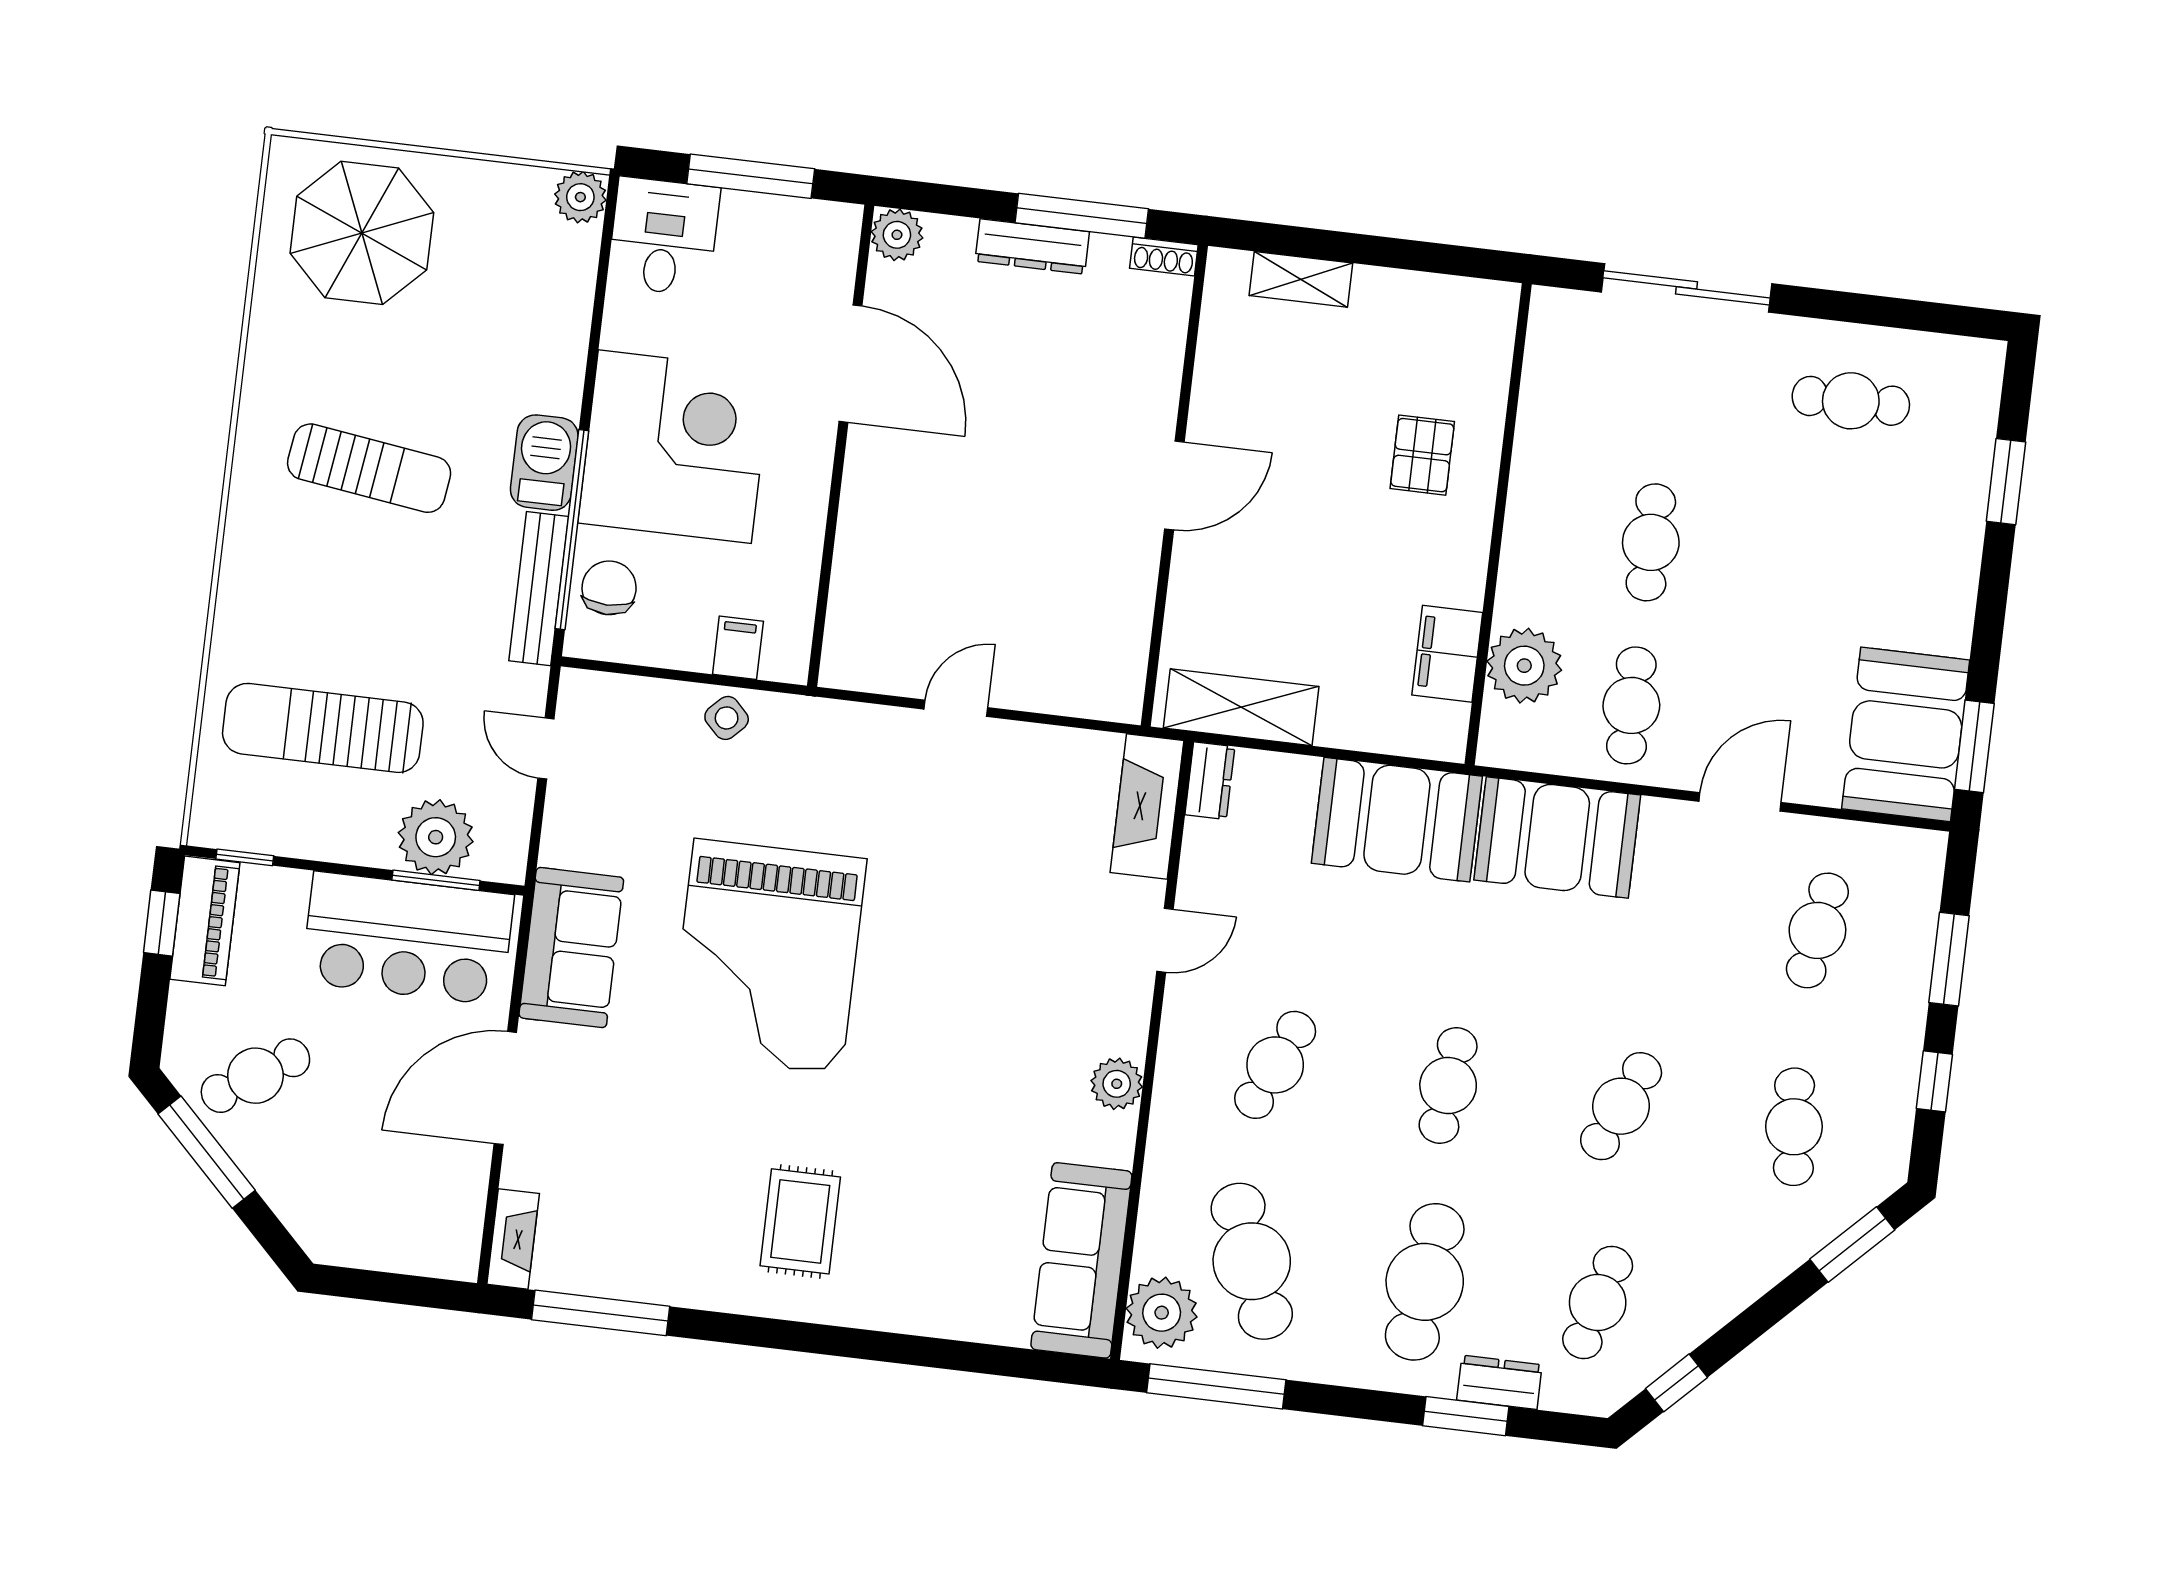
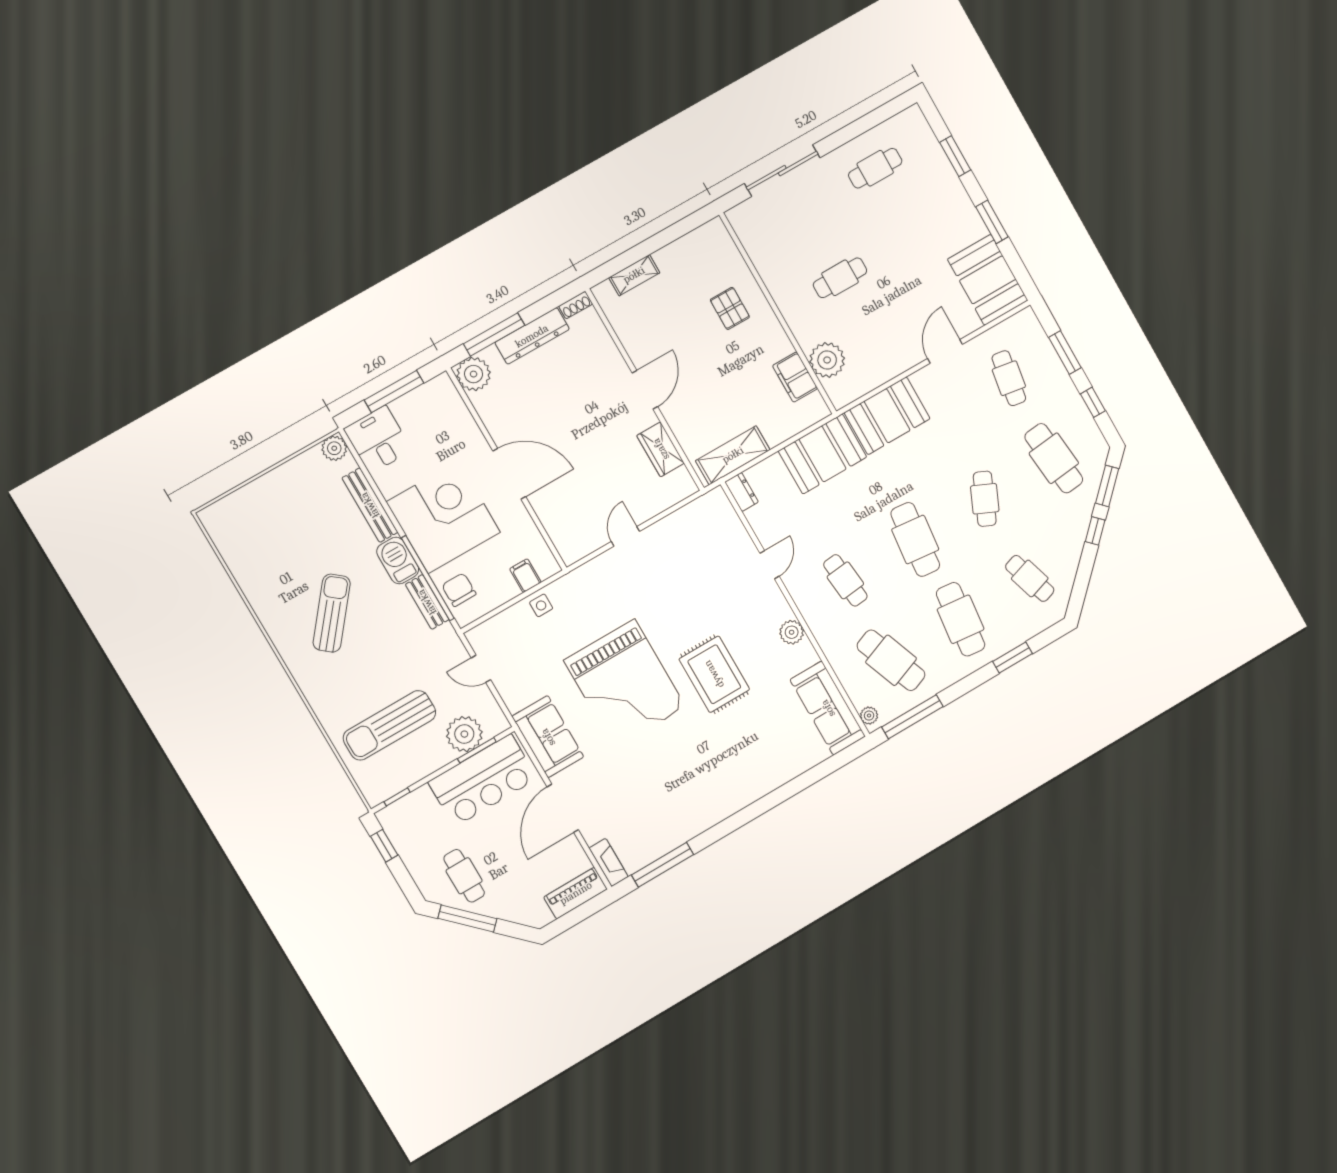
window: (1082, 216) -> (494, 335), moved
parasol: (362, 233) -> (260, 525), removed
plant: (897, 235) -> (474, 374), width x1.36, depth x1.36
dresser: (1032, 246) -> (532, 336), width x1.37, depth x1.24
bench: (568, 336) -> (370, 505), added
door: (851, 364) -> (509, 474), moved
sun lounger: (369, 468) -> (332, 613), turned -59
cafe table: (1651, 542) -> (840, 278), turned 90
bench: (539, 589) -> (427, 602), width x0.73
wardrobe: (1126, 606) -> (661, 449), added
cafe table: (1631, 705) -> (878, 345), removed
side table: (727, 718) -> (541, 605), turned 45
window: (1974, 746) -> (992, 222), moved
fireplace: (1147, 807) -> (725, 519), removed
piano: (205, 921) -> (576, 893), moved, turned -90
cafe table: (1275, 1065) -> (845, 580), turned -30
cafe table: (255, 1076) -> (464, 876), turned -57
cafe table: (1448, 1086) -> (915, 539), width x1.37, depth x1.35
cafe table: (1794, 1127) -> (1054, 458), width x1.37, depth x1.35
rug: (800, 1221) -> (714, 674), moved, width x1.36, depth x1.43
cafe table: (1598, 1302) -> (1030, 578), turned -33
plant: (1162, 1313) -> (869, 716), width x0.53, depth x0.53
dresser: (1499, 1382) -> (1015, 636), removed
window: (1676, 1383) -> (1095, 531), moved

